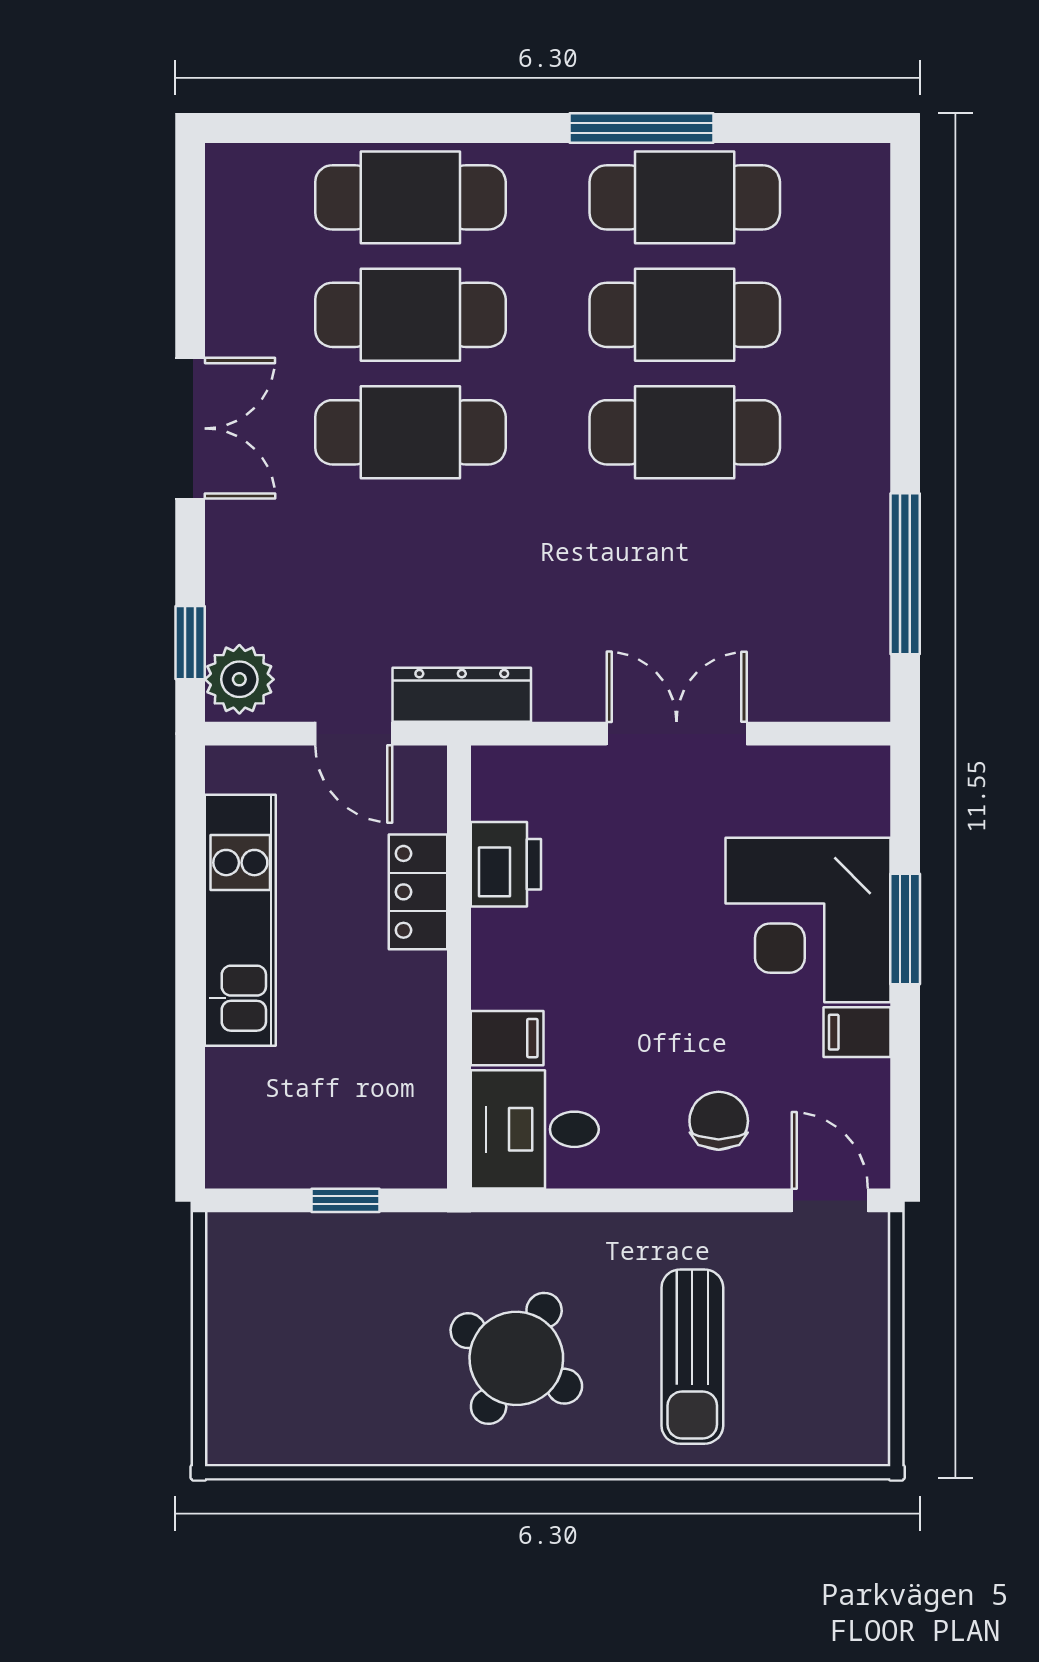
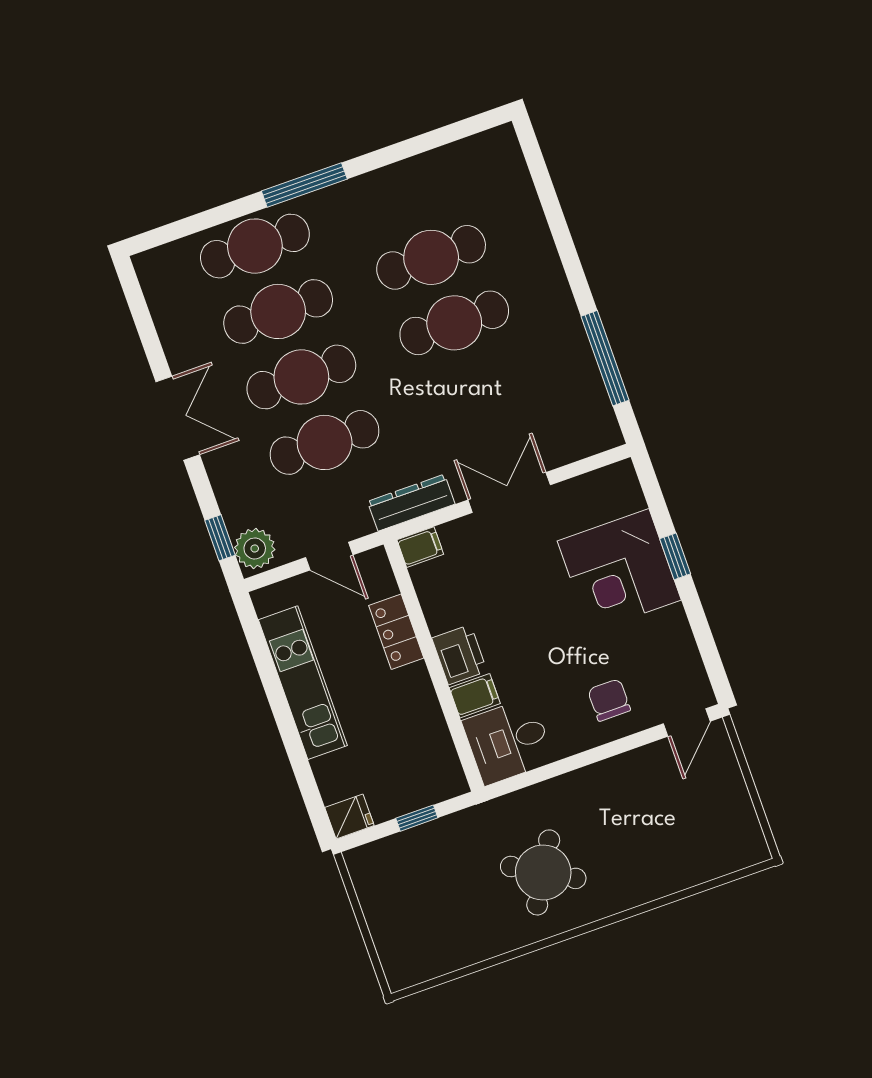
window: (642, 128) -> (304, 185), moved
cafe table: (685, 197) -> (325, 442), moved
dresser: (462, 695) -> (411, 503), moved
printer: (506, 864) -> (459, 655), moved
window: (905, 929) -> (675, 556), width x0.67
filing cabinet: (857, 1032) -> (420, 547), moved, turned 180
fridge: (239, 1160) -> (349, 816), added
door: (830, 1200) -> (687, 722), swing flipped
sun lounger: (692, 1357) -> (641, 837), removed

